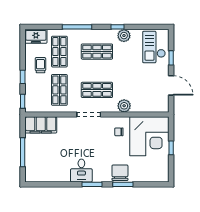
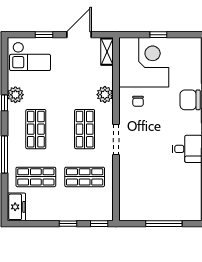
trolley: (40, 65) -> (53, 201), removed
shelving: (158, 107) -> (107, 52), added
filing cabinet: (41, 125) -> (129, 201), removed

